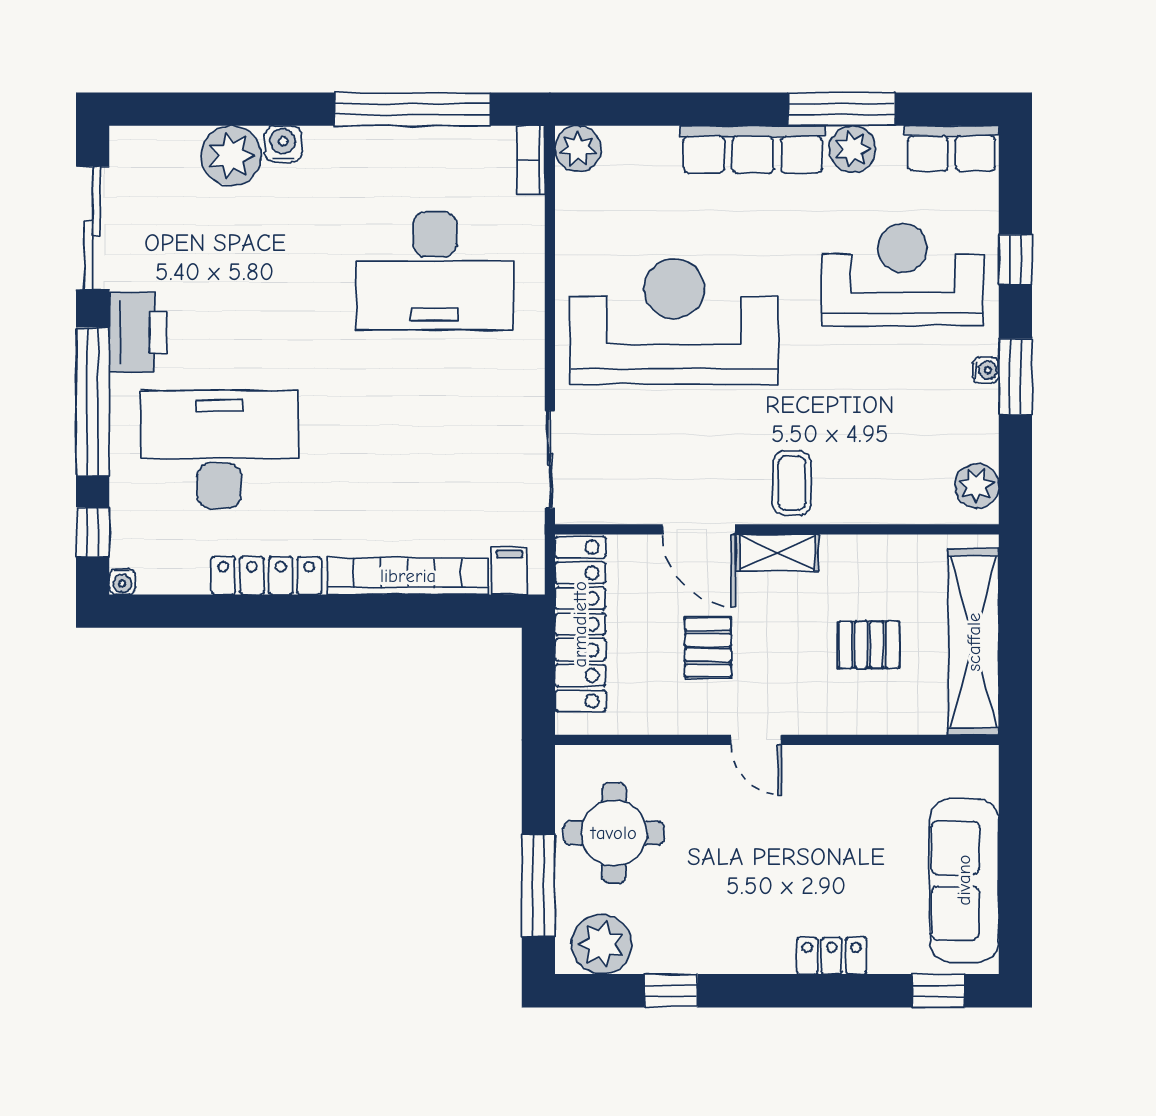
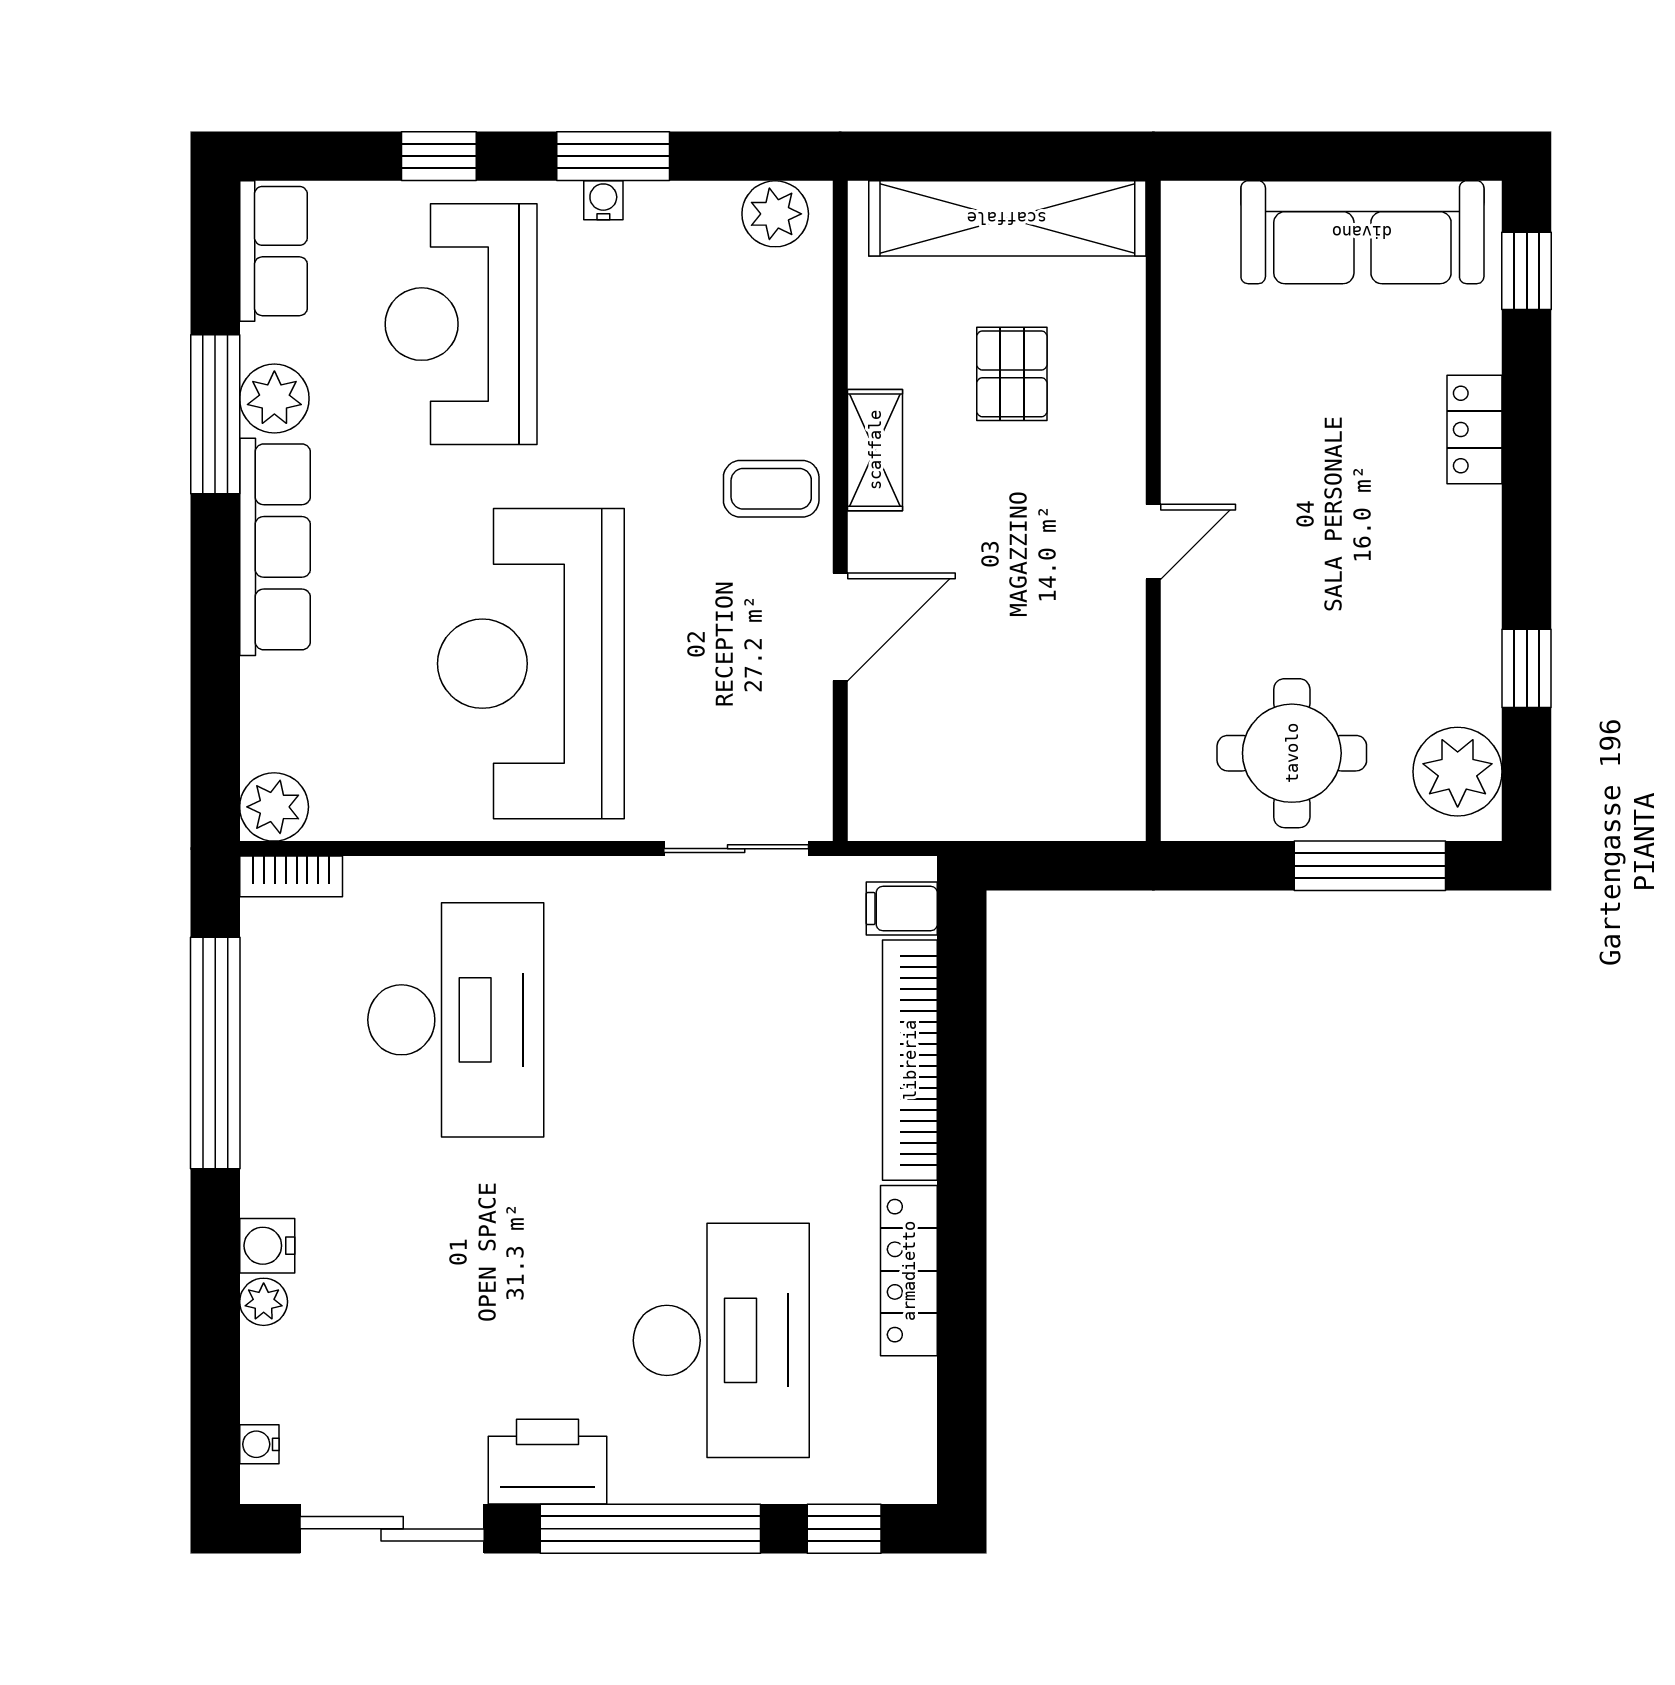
plant: (231, 156) -> (264, 1302), width x0.53, depth x0.53
desk: (219, 449) -> (721, 1340), turned 180
shelving: (777, 553) -> (875, 450), moved
water cooler: (122, 581) -> (259, 1444), moved, turned 180
locker: (580, 624) -> (981, 803), removed
pallet: (708, 647) -> (1016, 613), removed

